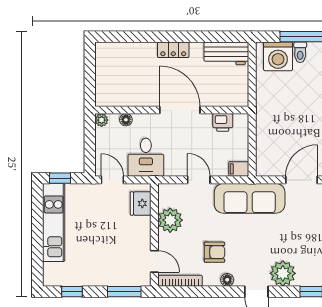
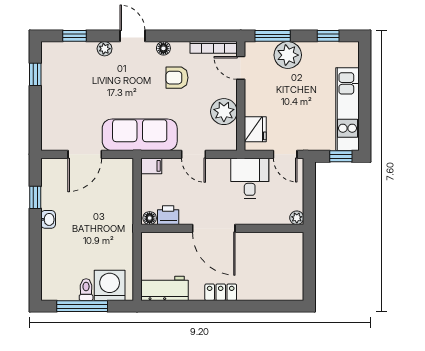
floor lamp: (126, 120) -> (150, 218), moved
plant: (283, 273) -> (105, 49), width x0.53, depth x0.53
plant: (110, 274) -> (288, 55), added

